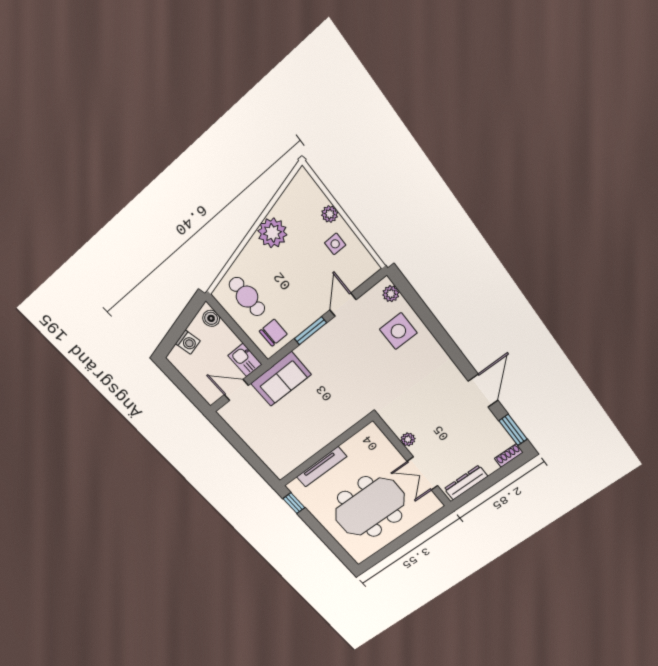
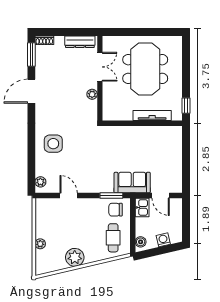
side table: (335, 244) -> (49, 228), removed
door: (343, 305) -> (69, 195), swing flipped
window: (310, 331) -> (111, 195), moved
side table: (398, 331) -> (53, 144), moved
meeting table: (370, 507) -> (145, 69), turned 90

